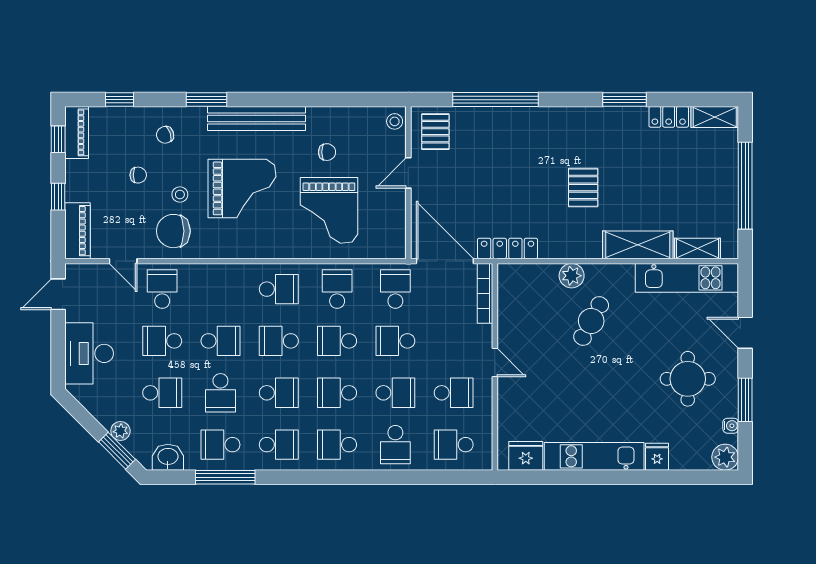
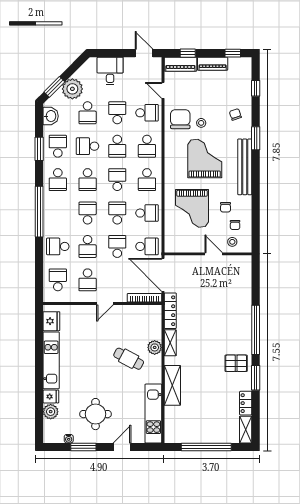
window: (496, 100) -> (256, 330), moved
stool: (395, 121) -> (232, 242), moved
piano: (77, 132) -> (213, 64), moved
pallet: (435, 132) -> (237, 269), removed
chair: (138, 175) -> (235, 225), moved
grand piano: (242, 188) -> (205, 158), turned 180
pallet: (583, 188) -> (236, 363), moved
window: (58, 197) -> (188, 53), moved
grand piano: (329, 210) -> (192, 208), turned -90
shelving: (697, 248) -> (170, 343), moved
door: (123, 261) -> (163, 90), hinge flipped
door: (445, 261) -> (163, 275), swing flipped
desk: (89, 353) -> (110, 71), width x0.73
plant: (120, 431) -> (72, 89), width x1.88, depth x1.88
school desk: (337, 445) -> (147, 146), moved, turned 180
plant: (725, 457) -> (51, 412), moved
window: (225, 477) -> (39, 149), width x0.69
window: (335, 477) -> (39, 212), added

